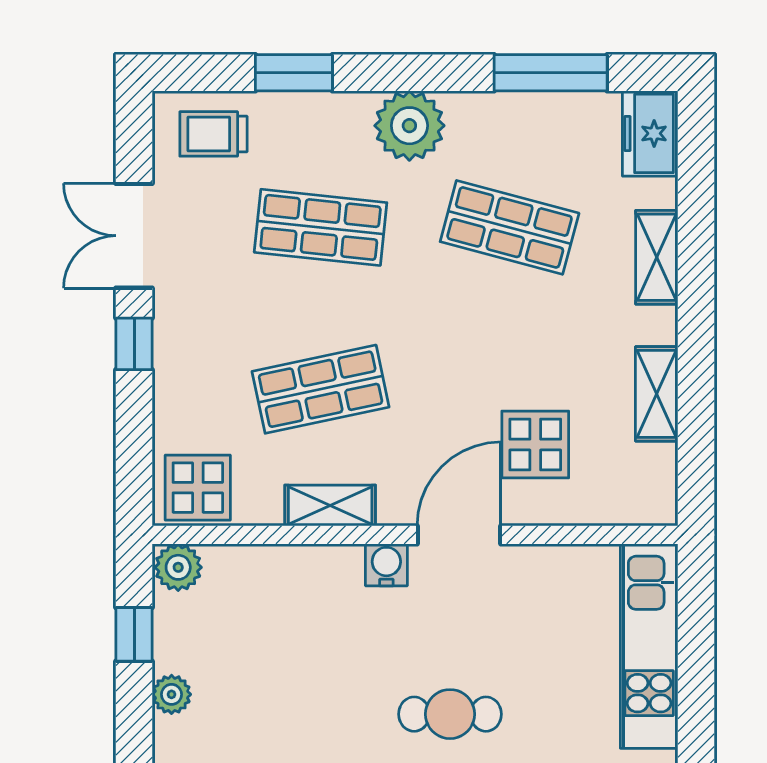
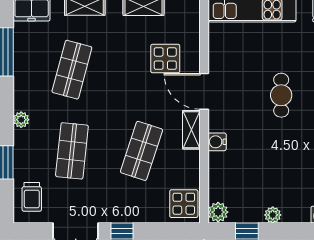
plant: (409, 126) -> (21, 120), width x0.53, depth x0.53
shop shelf: (321, 389) -> (141, 151), turned 30
shelving: (330, 505) -> (191, 130), moved
water cooler: (386, 565) -> (217, 142), moved

